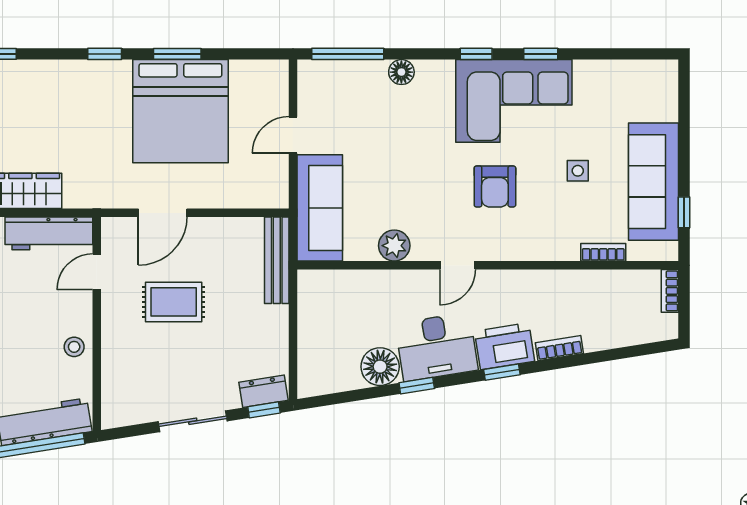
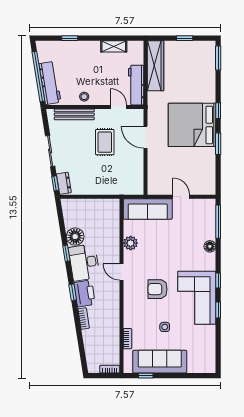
bed: (180, 111) -> (192, 125), moved
bench: (277, 260) -> (74, 114), moved

